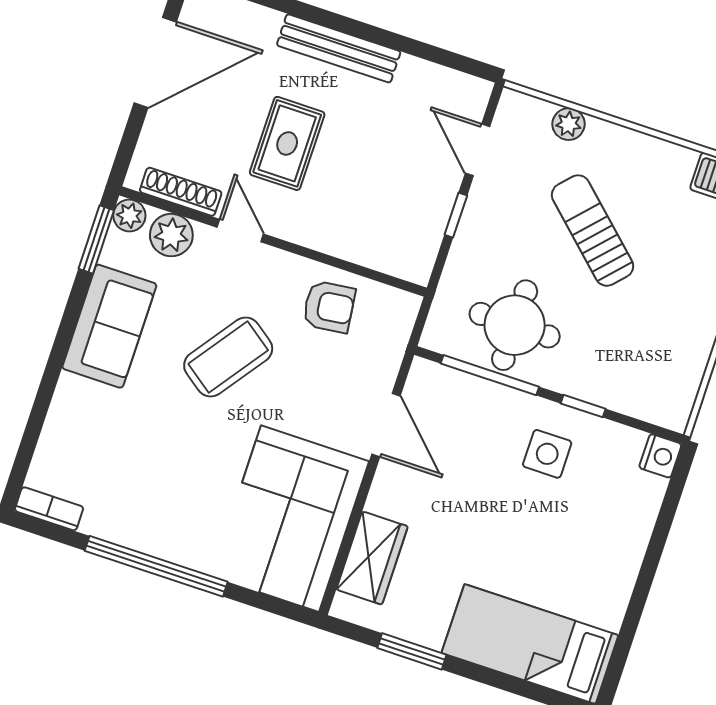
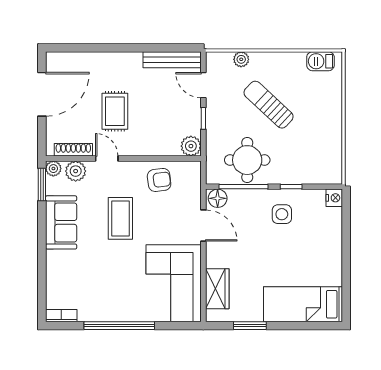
bench: (339, 48) -> (172, 60), moved
plant: (413, 261) -> (191, 146), added
coffee table: (228, 357) -> (120, 218), turned -36
floor lamp: (432, 381) -> (218, 198), added

